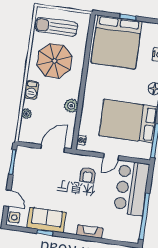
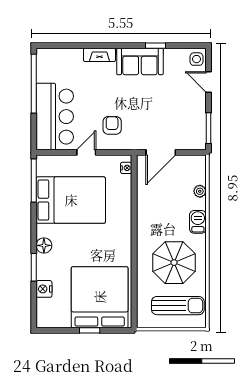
plant: (71, 106) -> (145, 209), removed
sofa: (46, 220) -> (140, 61), moved

